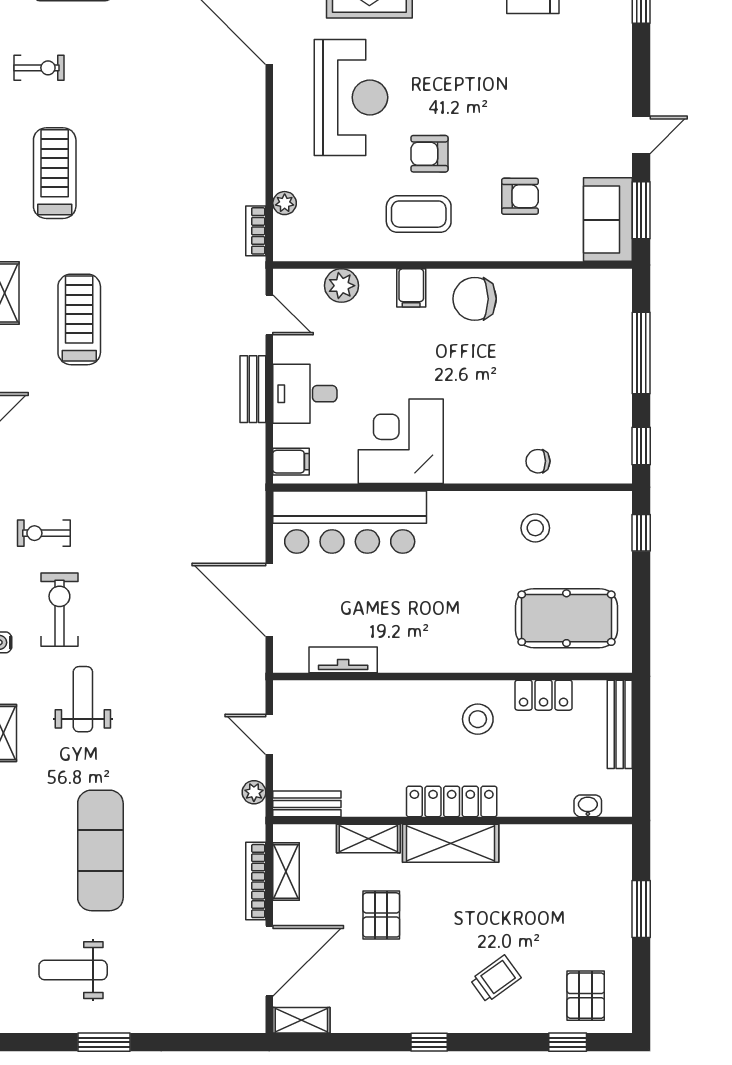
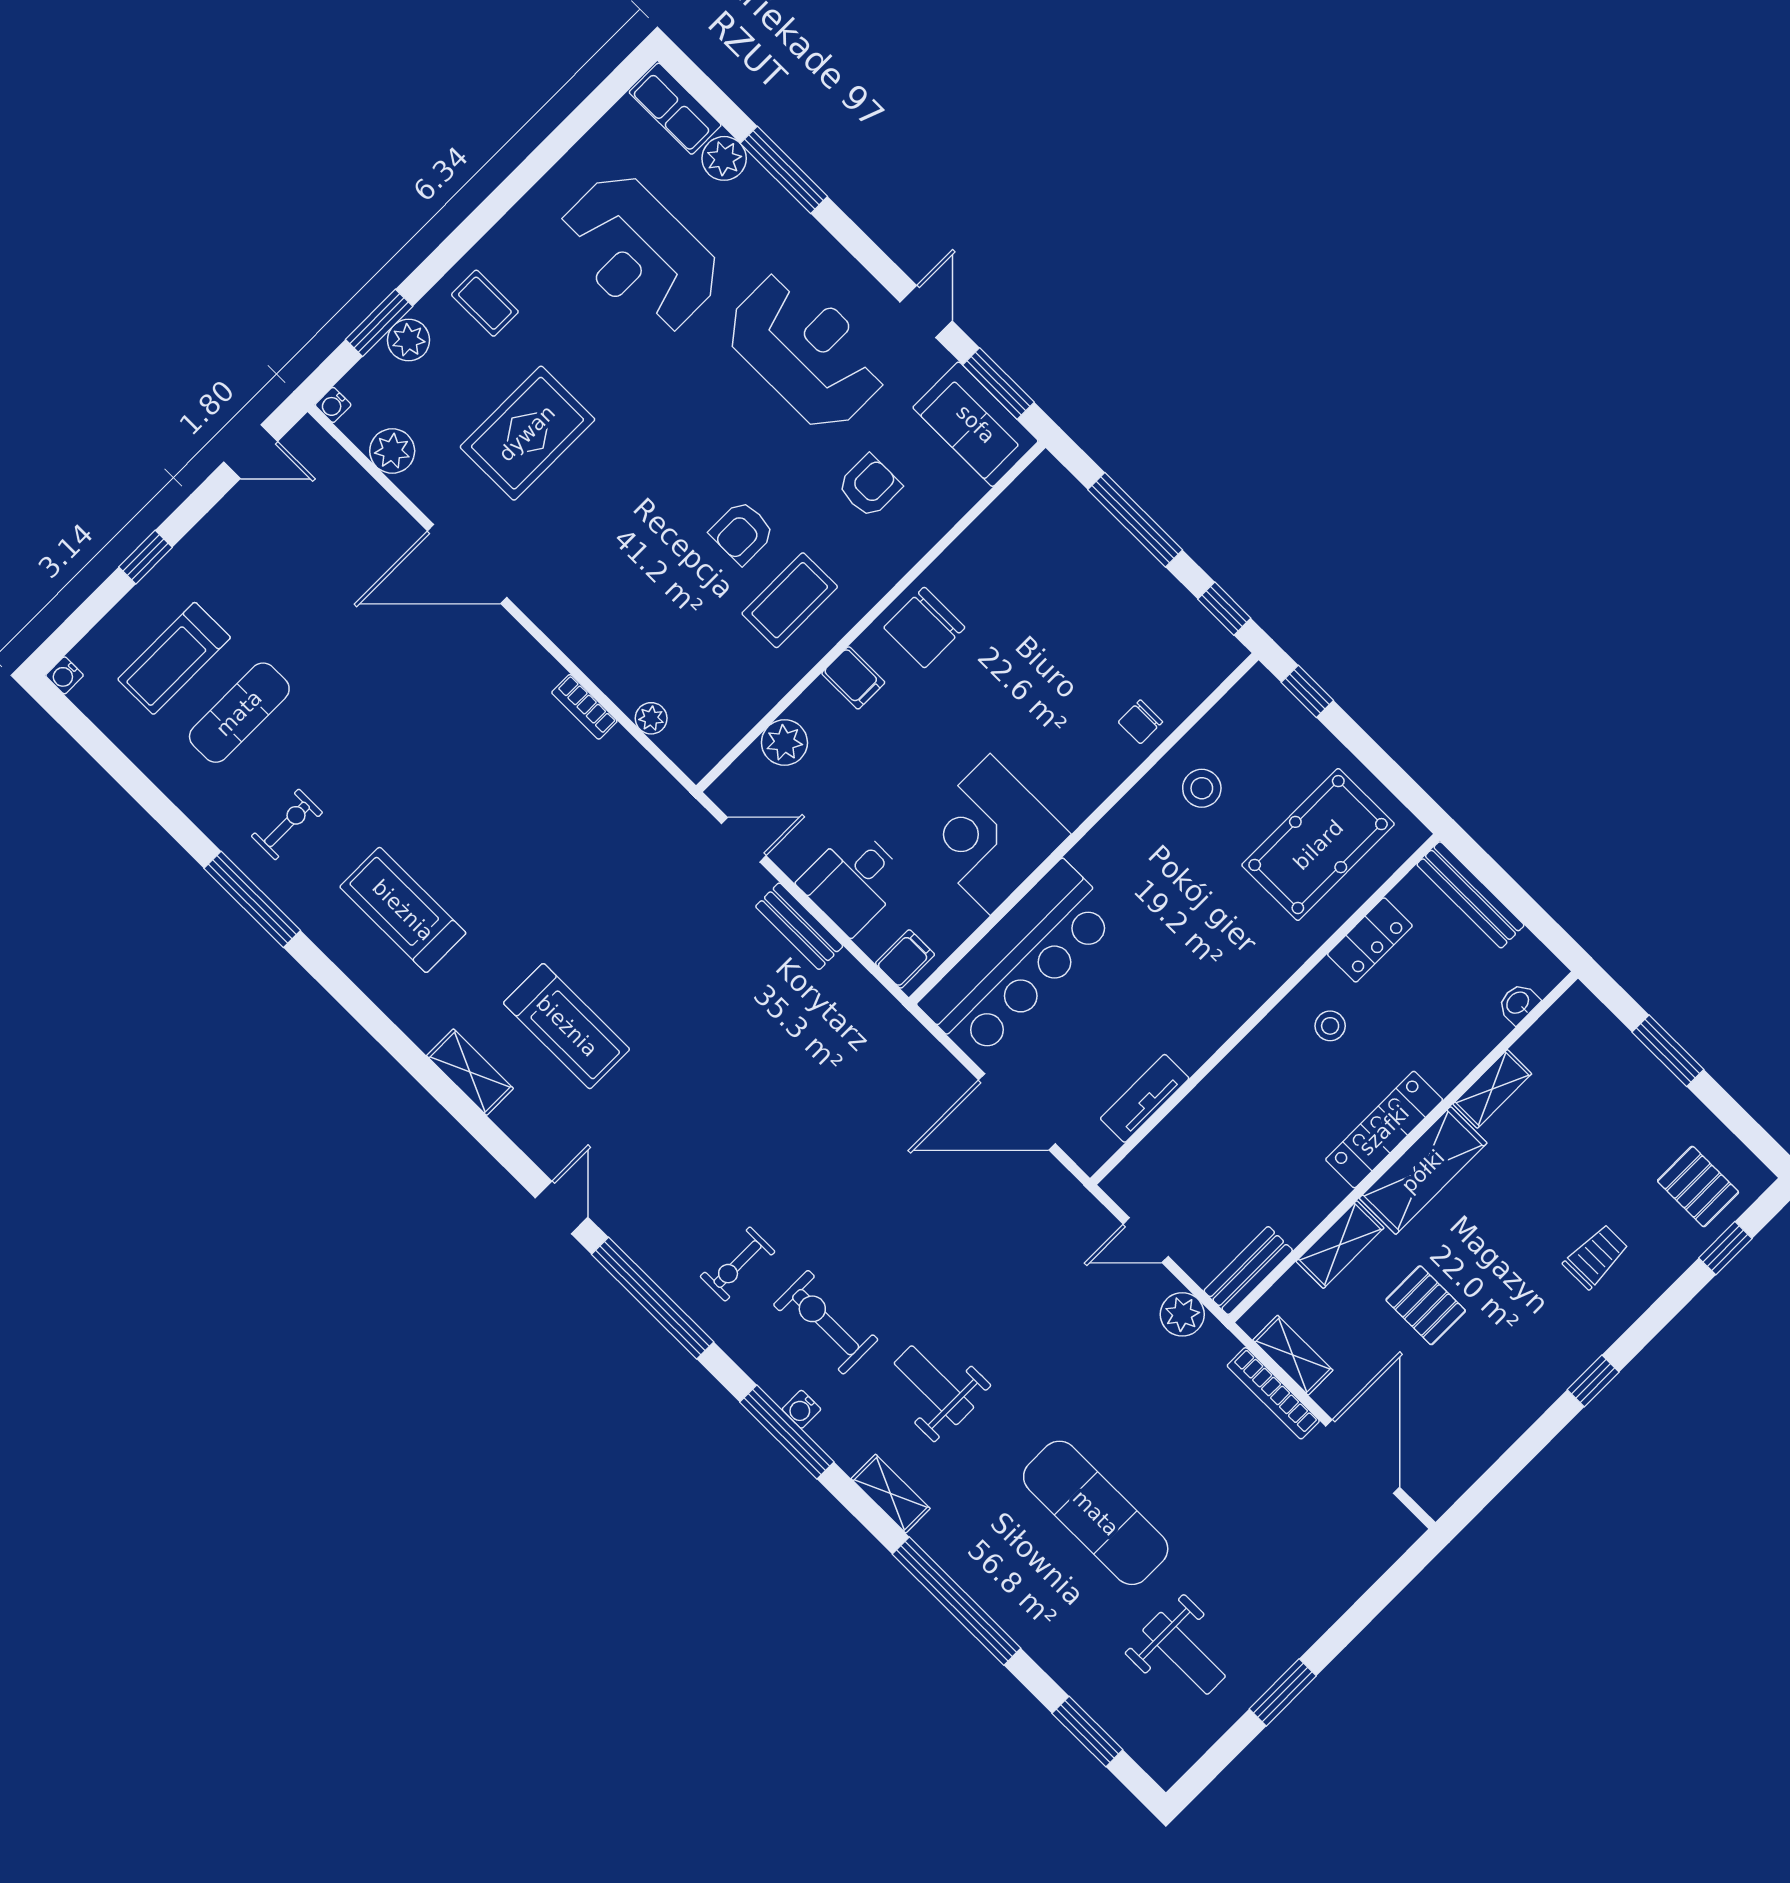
reception desk: (351, 97) -> (806, 350), moved
bookcase: (256, 231) -> (584, 707), moved
treadmill: (79, 319) -> (567, 1026), turned 180
stool: (478, 719) -> (1330, 1026), width x0.73, depth x0.73
plant: (254, 792) -> (1182, 1314), width x1.38, depth x1.38
weight bench: (73, 970) -> (1184, 1653), turned -90
trolley: (496, 979) -> (1596, 1257), turned 36
shelving: (301, 1020) -> (1492, 1089), moved

